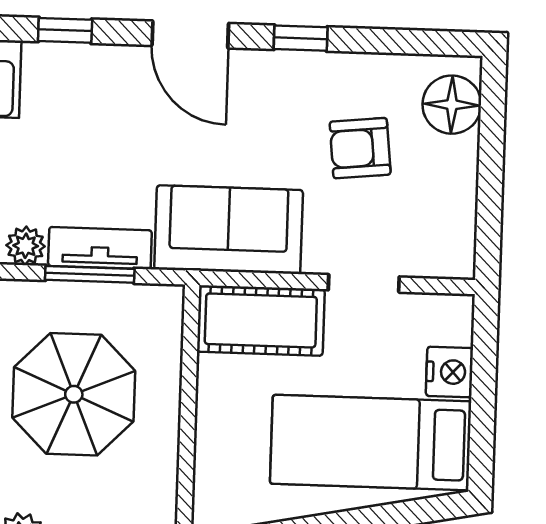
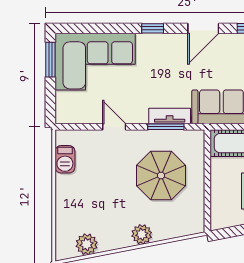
door: (190, 34) -> (203, 28), hinge flipped
plant: (26, 246) -> (140, 116), removed

